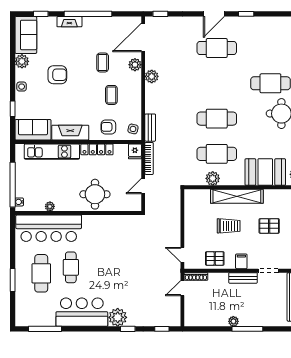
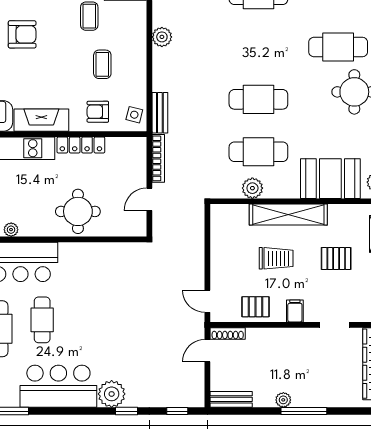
plant: (135, 65) -> (137, 19), removed
fridge: (135, 151) -> (137, 148), removed
bench: (243, 278) -> (231, 399), moved

